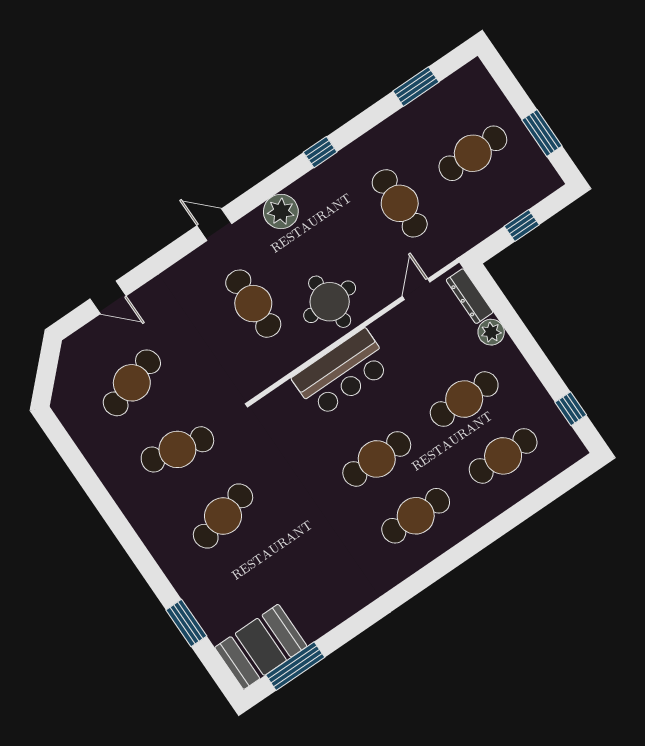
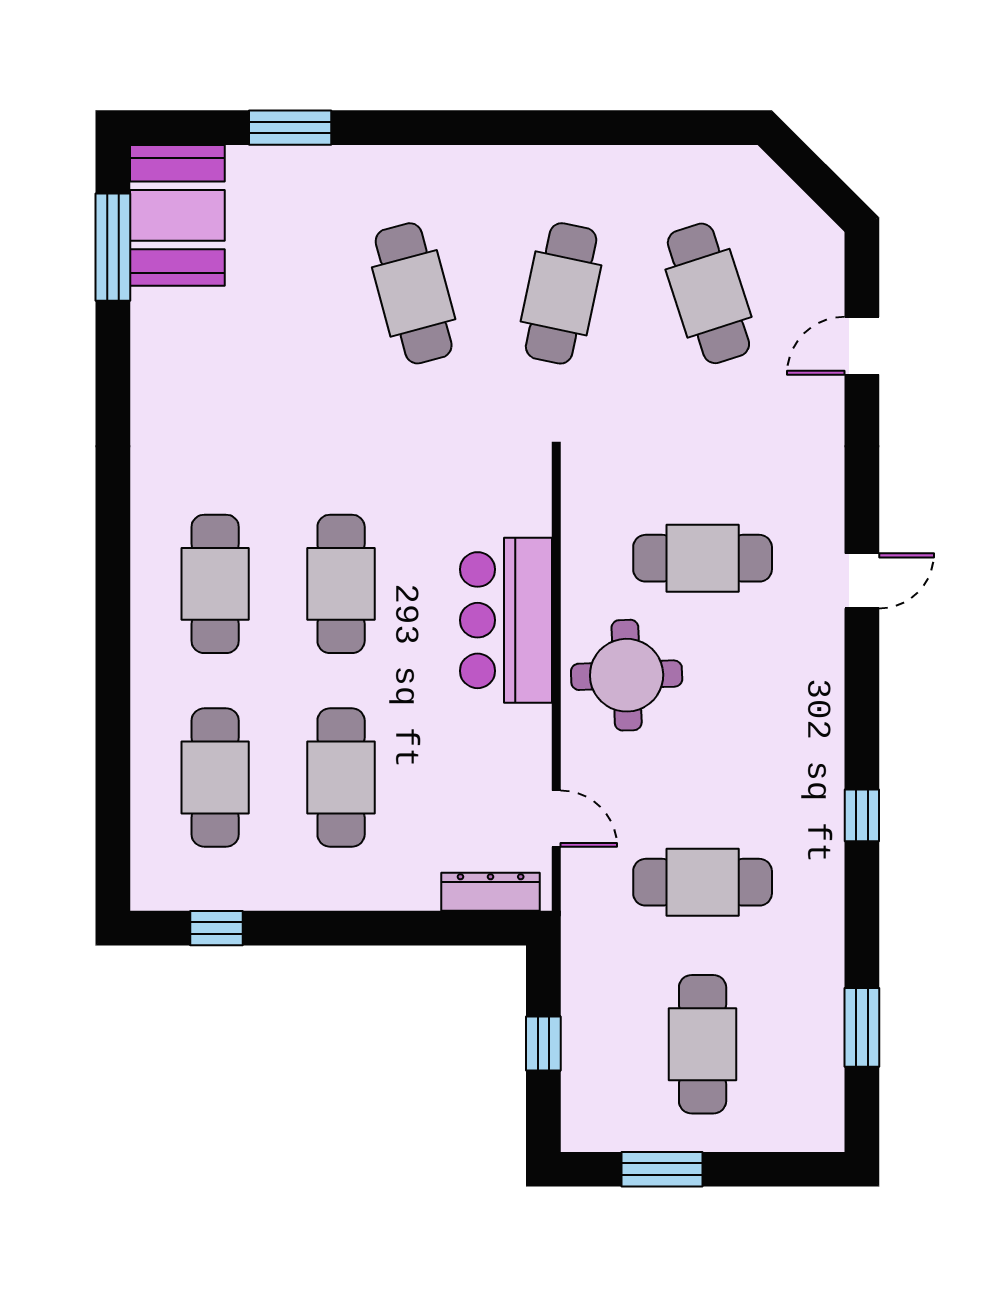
plant: (281, 211) -> (813, 695), removed
plant: (491, 332) -> (414, 887), removed

